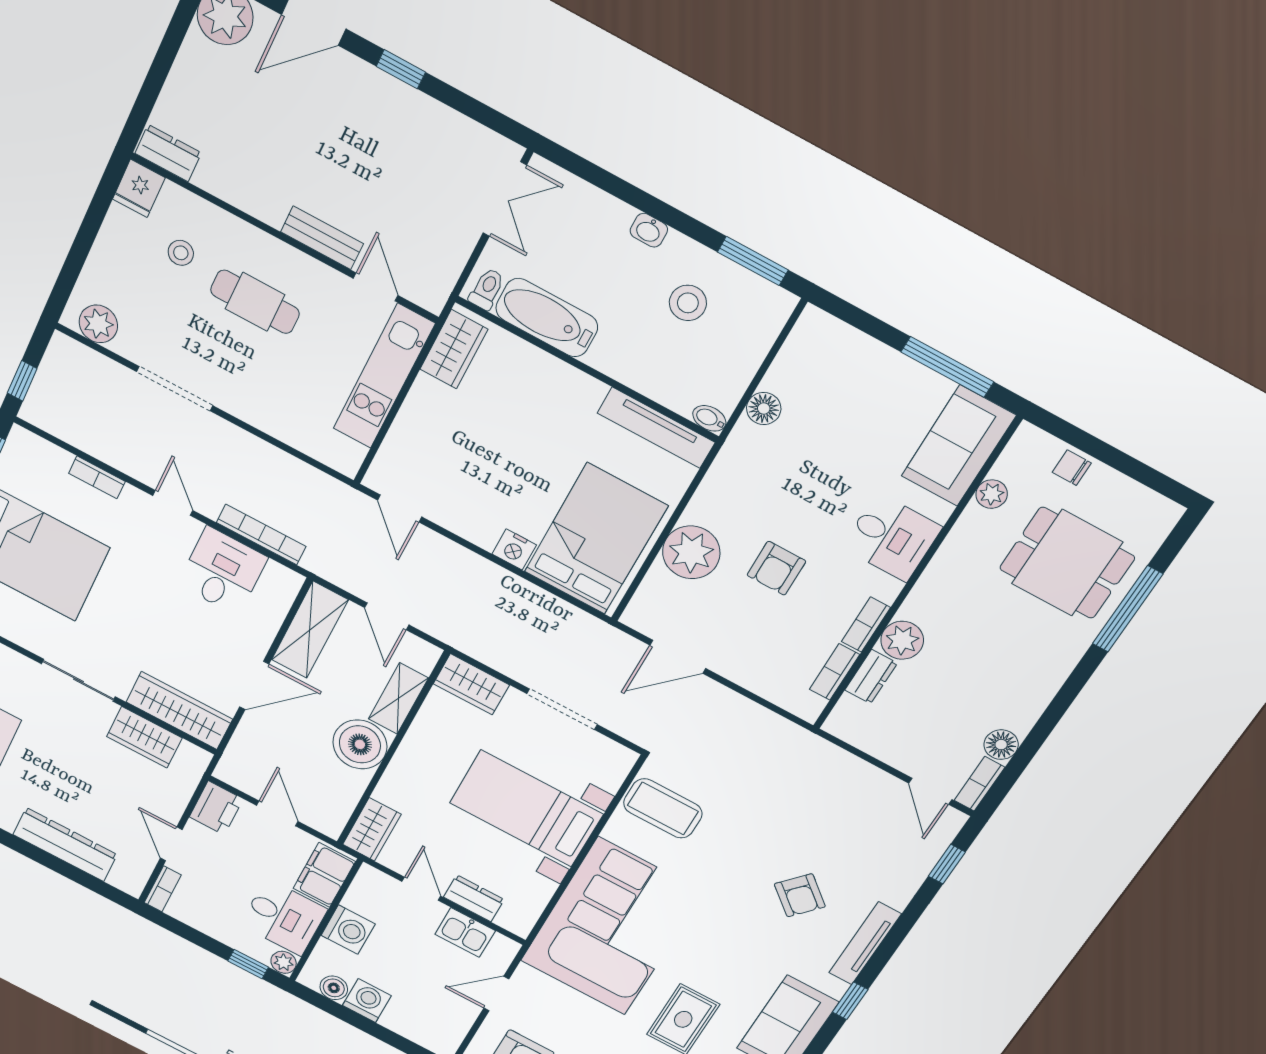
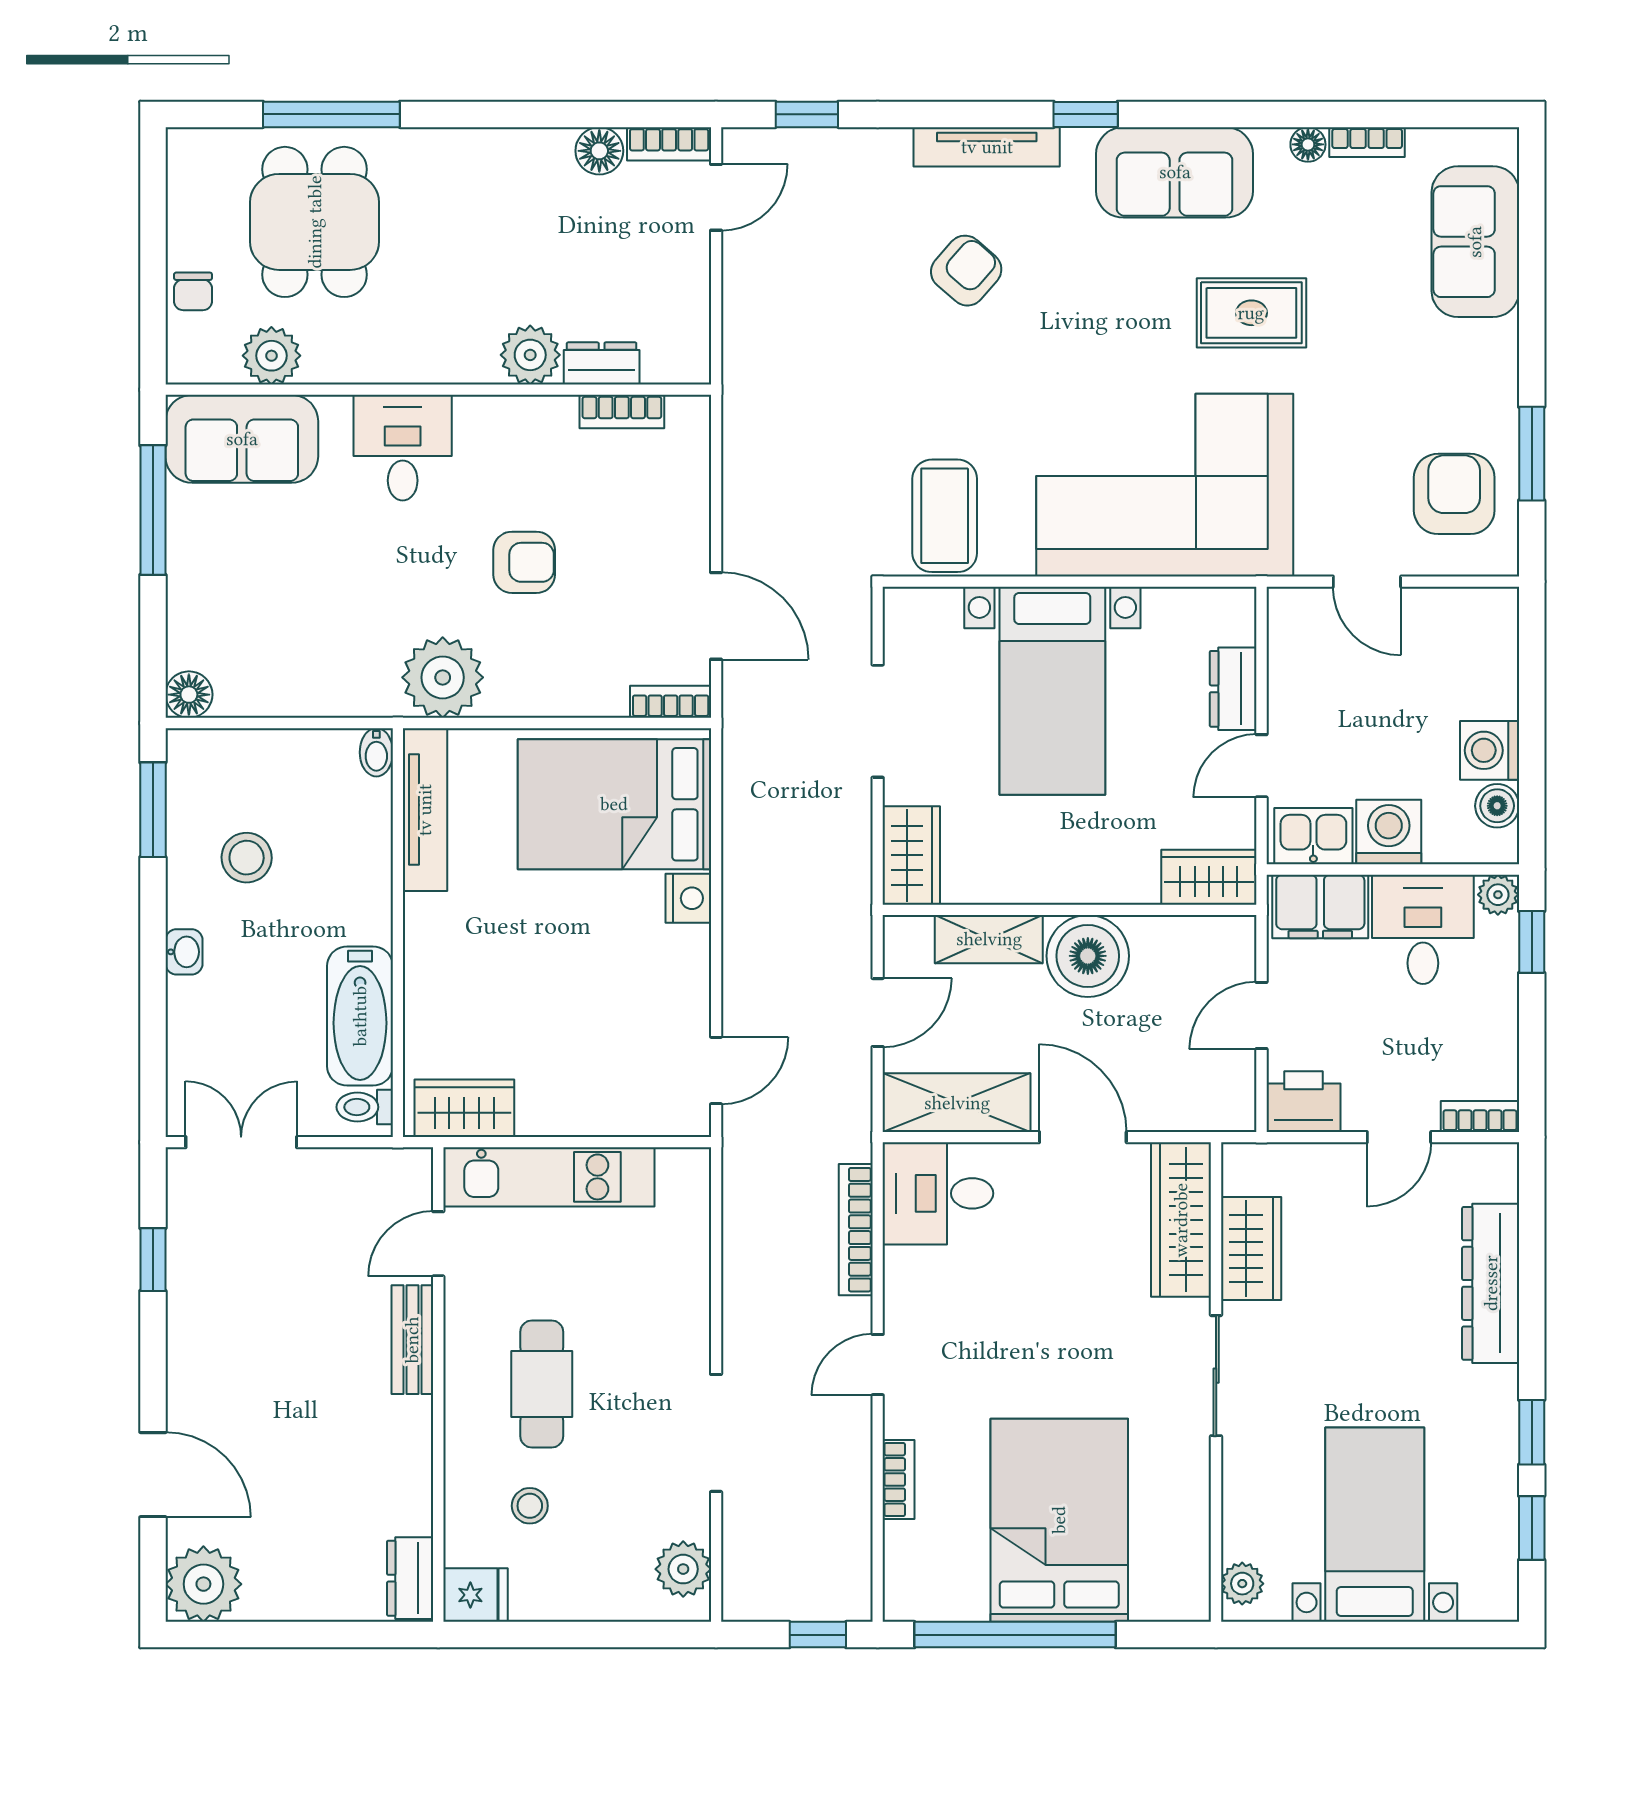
window: (401, 69) -> (153, 1260), moved
floor lamp: (764, 408) -> (189, 695), moved
plant: (992, 494) -> (271, 356), width x1.38, depth x1.38
plant: (691, 552) -> (443, 677), moved
desk: (223, 571) -> (938, 1193), moved
bookcase: (866, 625) -> (671, 702), moved, turned 180
kitchen sink: (465, 933) -> (1313, 836), moved, turned -90

